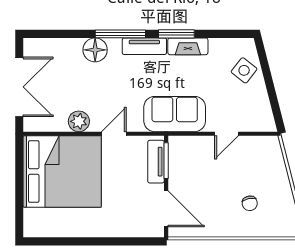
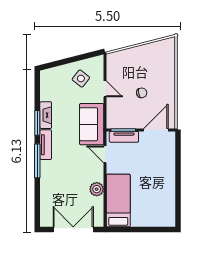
floor lamp: (95, 50) -> (48, 178), removed
side table: (244, 70) -> (81, 79), moved
door: (114, 134) -> (105, 154), moved
bed: (62, 171) -> (118, 200), width x0.49
chair: (250, 203) -> (142, 93), moved

